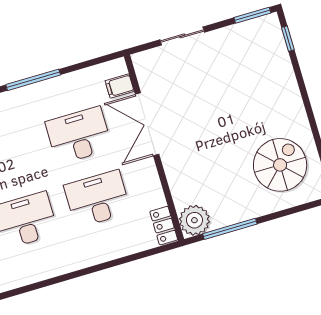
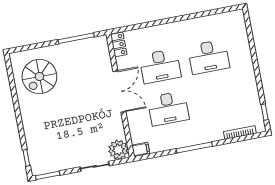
filing cabinet: (120, 86) -> (141, 149), moved
double door: (147, 124) -> (119, 92), moved
plant: (194, 220) -> (118, 150), moved

